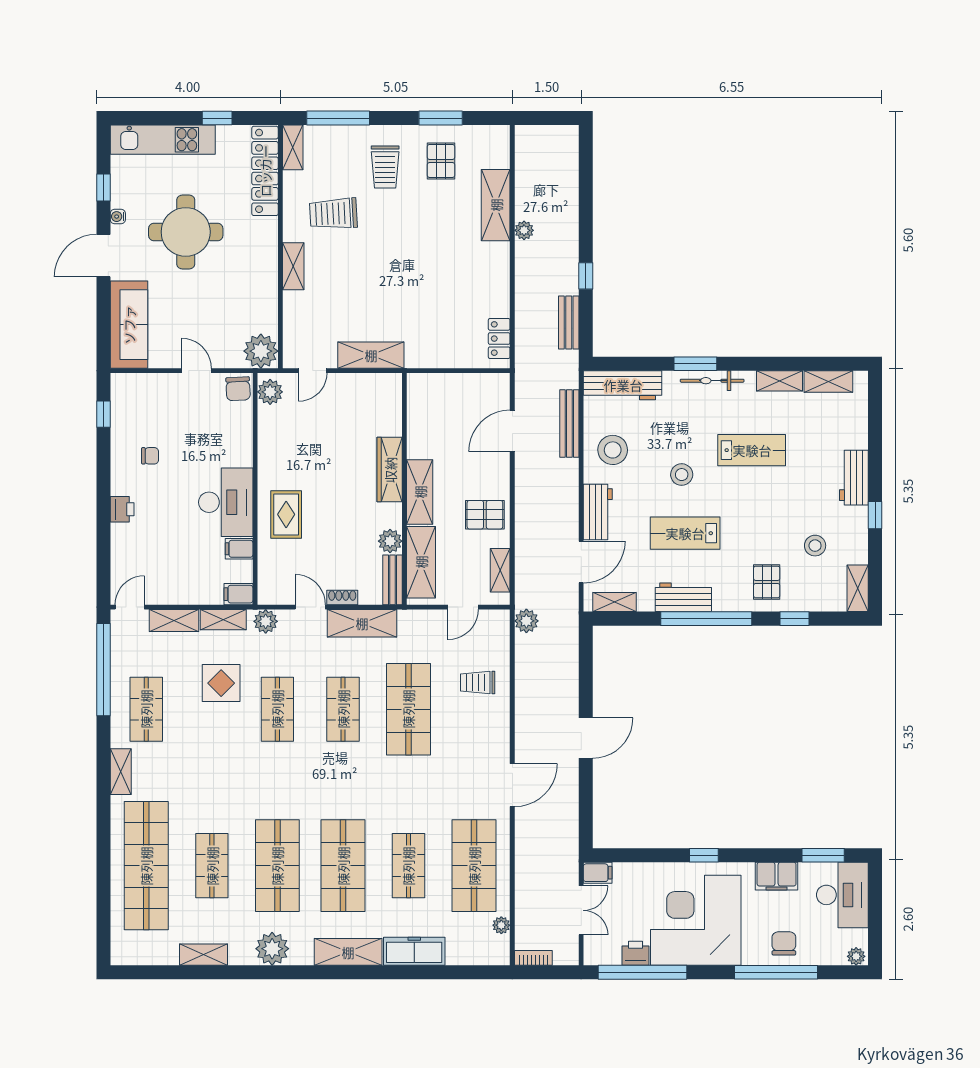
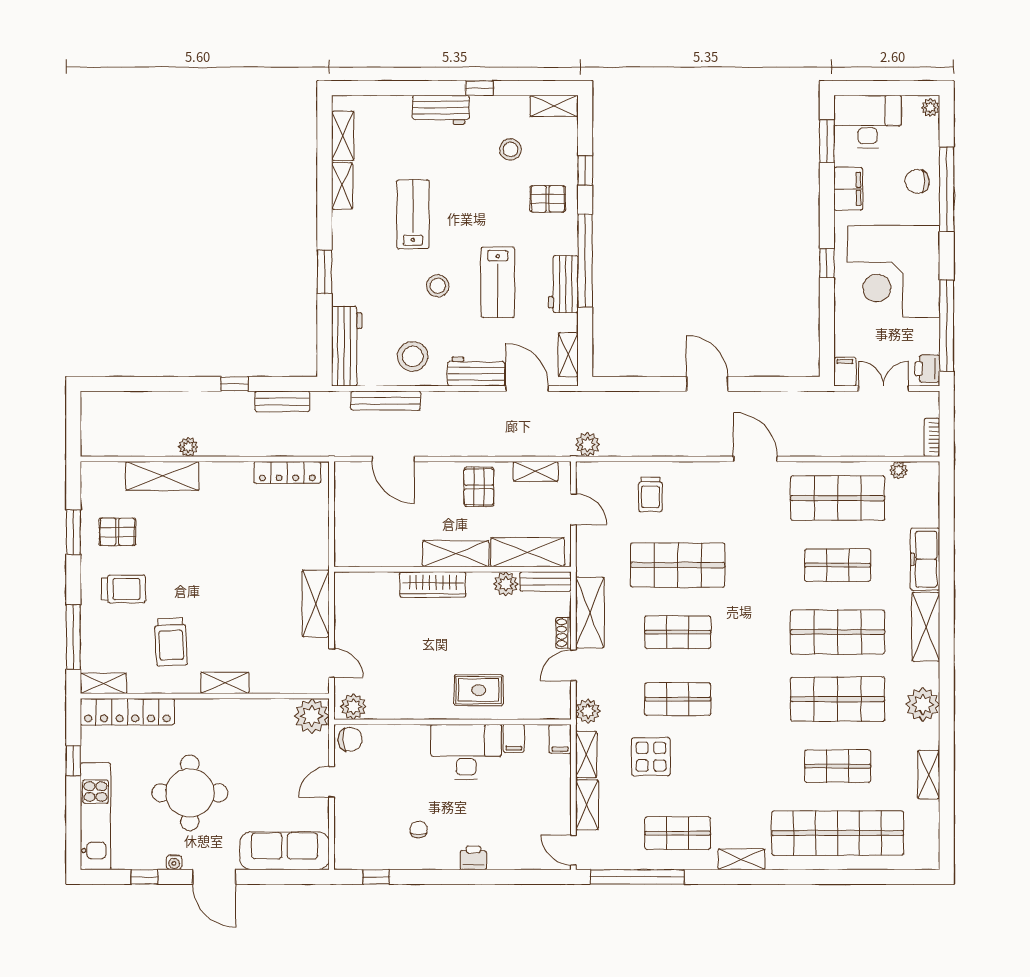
locker: (499, 339) -> (287, 472), width x1.53
bicycle: (712, 381) -> (342, 255), removed
printer: (635, 953) -> (927, 369), moved

